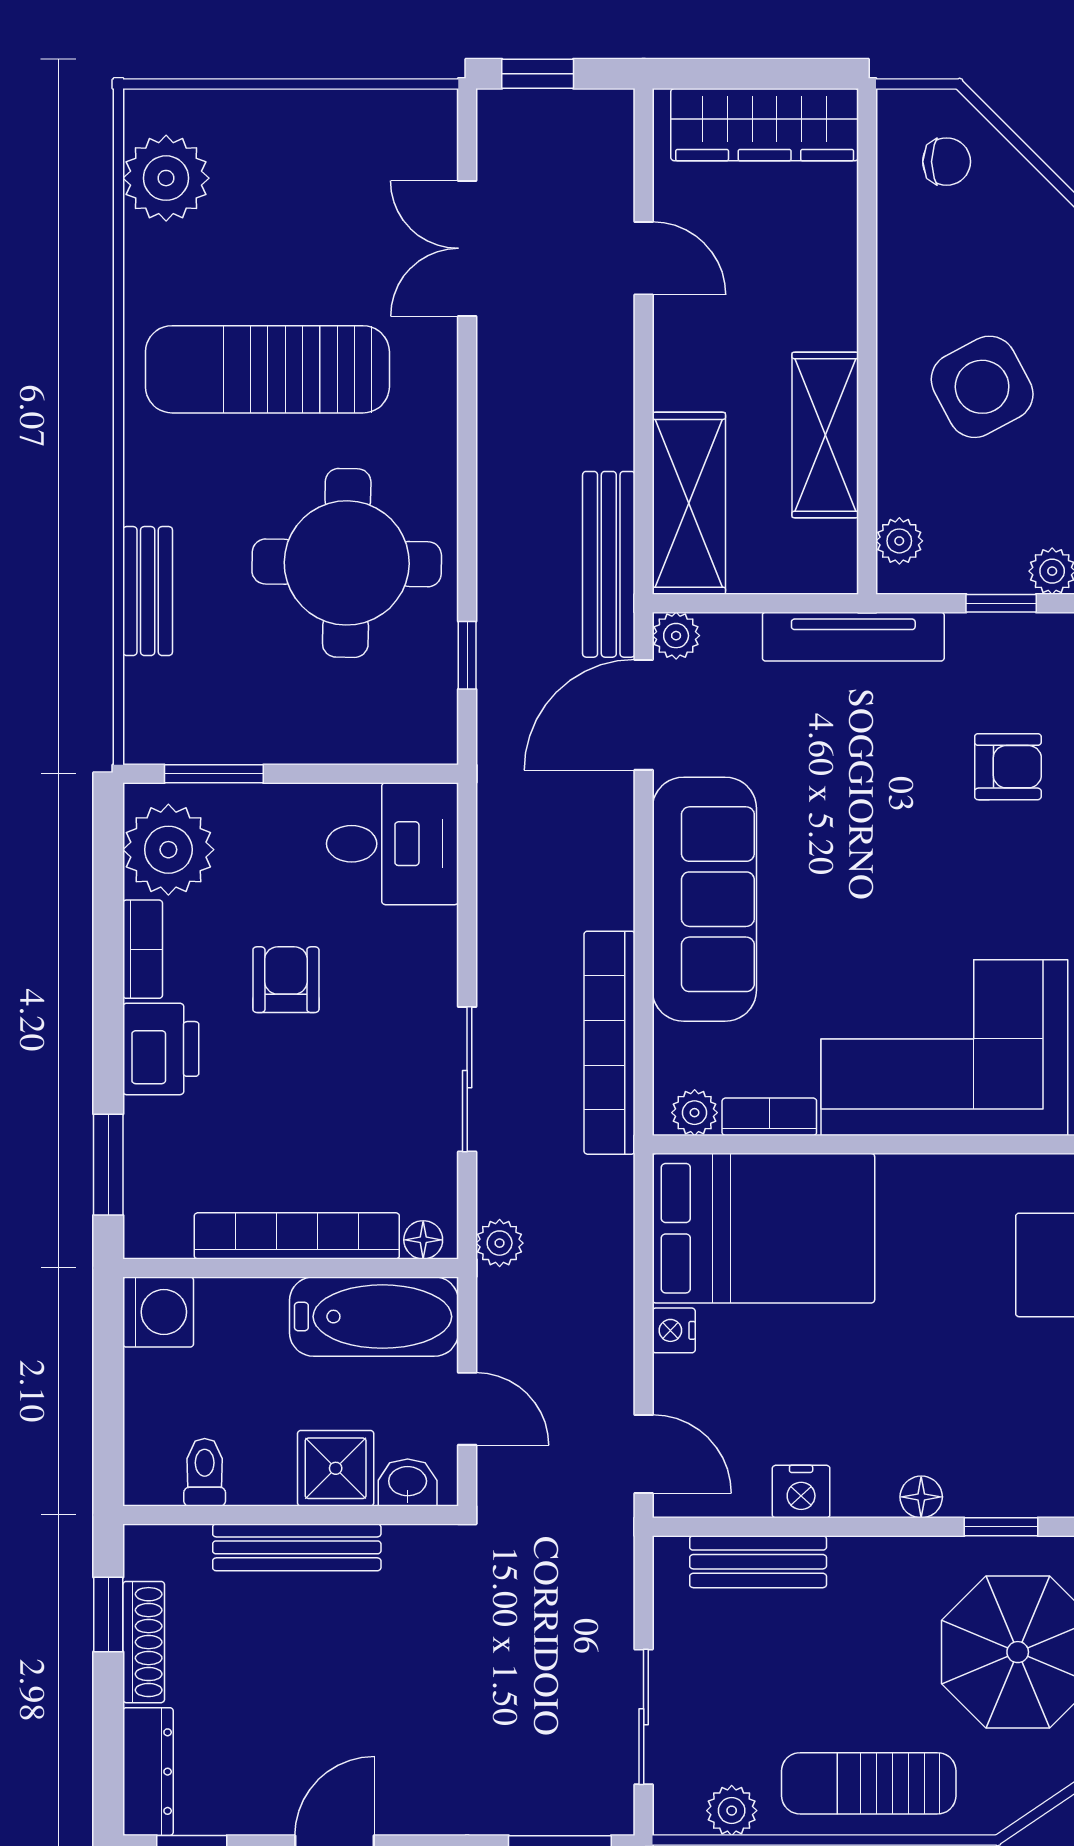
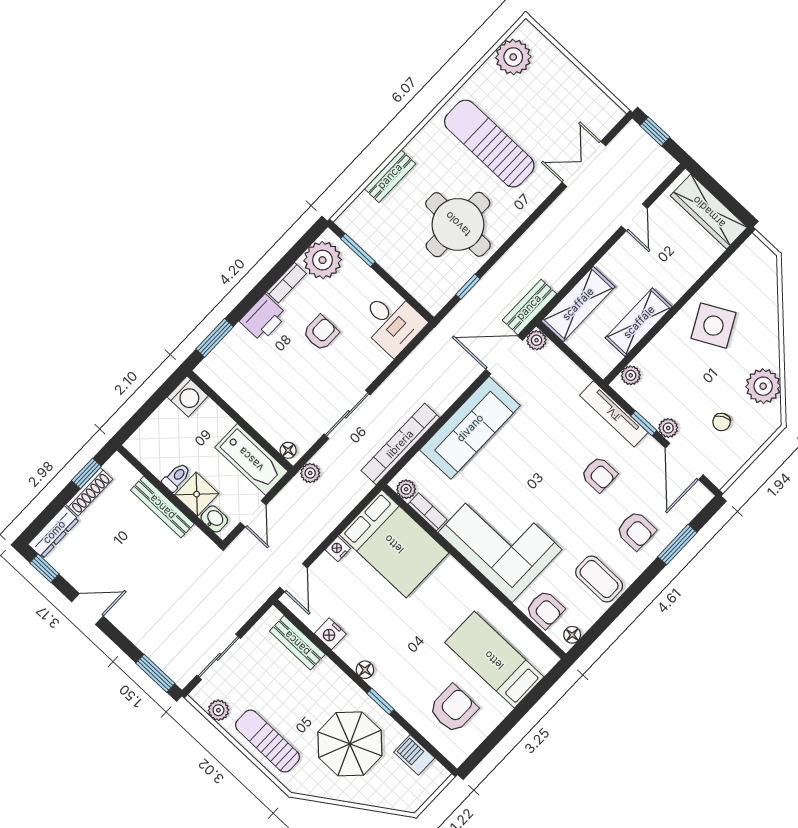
chair: (947, 162) -> (753, 275), removed
side table: (982, 387) -> (713, 326), moved
bench: (609, 564) -> (529, 307), width x0.73
tv unit: (853, 637) -> (614, 414), moved
bookcase: (297, 1236) -> (251, 413), removed
toilet: (205, 1472) -> (176, 477), moved

